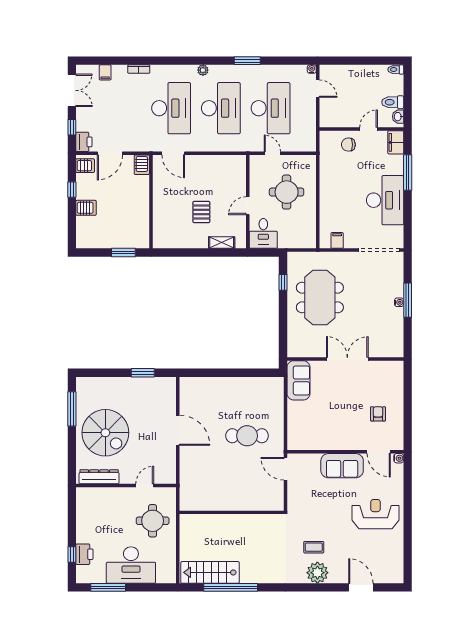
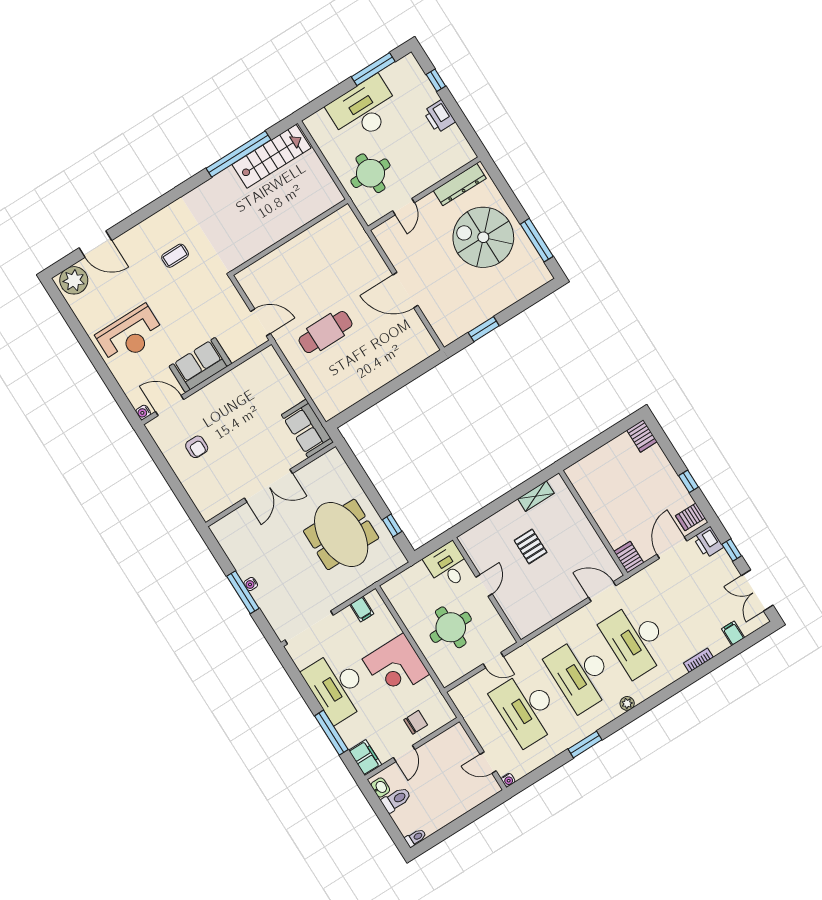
corner desk: (338, 189) -> (396, 666), added
server rack: (86, 208) -> (642, 436), moved, turned -90
shelving: (222, 243) -> (536, 496), moved
window: (123, 253) -> (588, 448), removed
printer: (84, 554) -> (439, 117), moved
plant: (317, 573) -> (74, 280), moved

